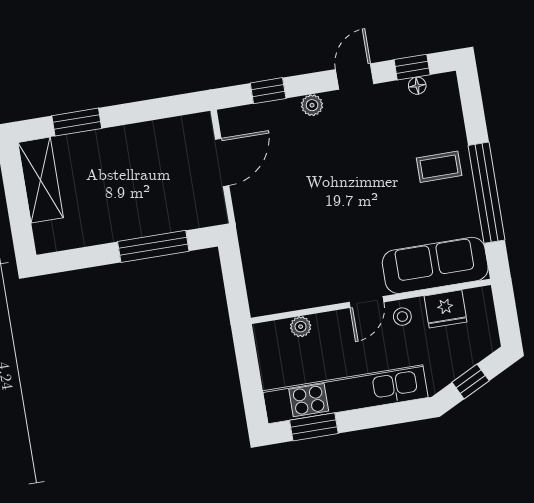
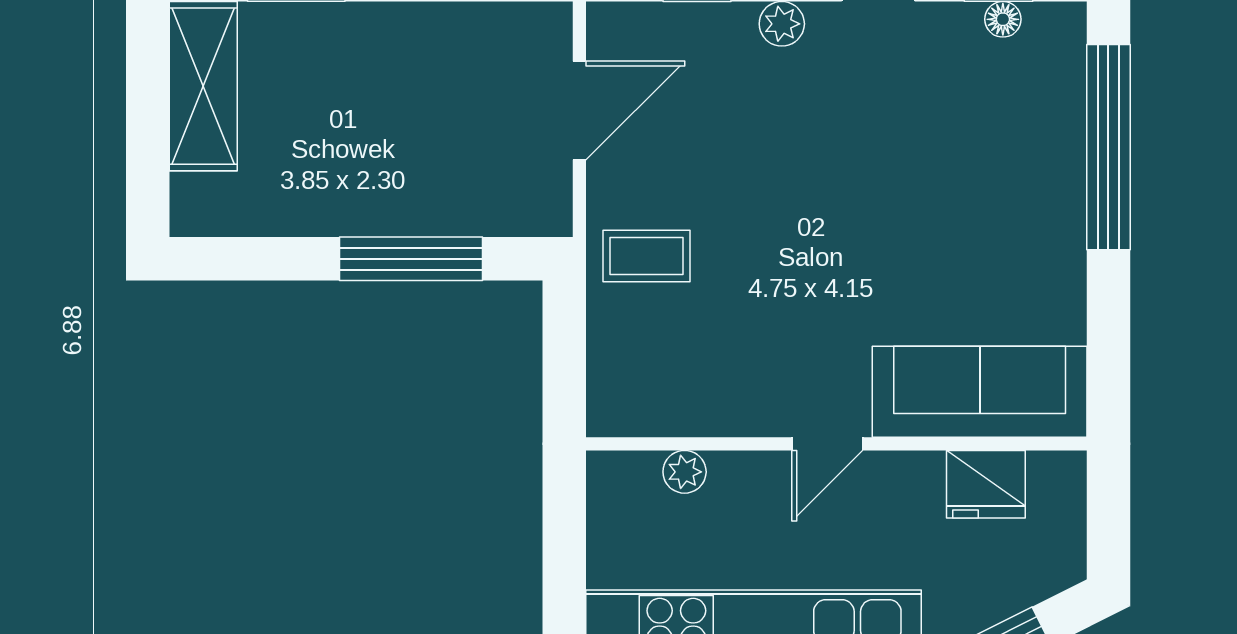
coffee table: (439, 167) -> (647, 256), moved
window: (486, 193) -> (1108, 147), moved
stool: (402, 317) -> (895, 485), removed

